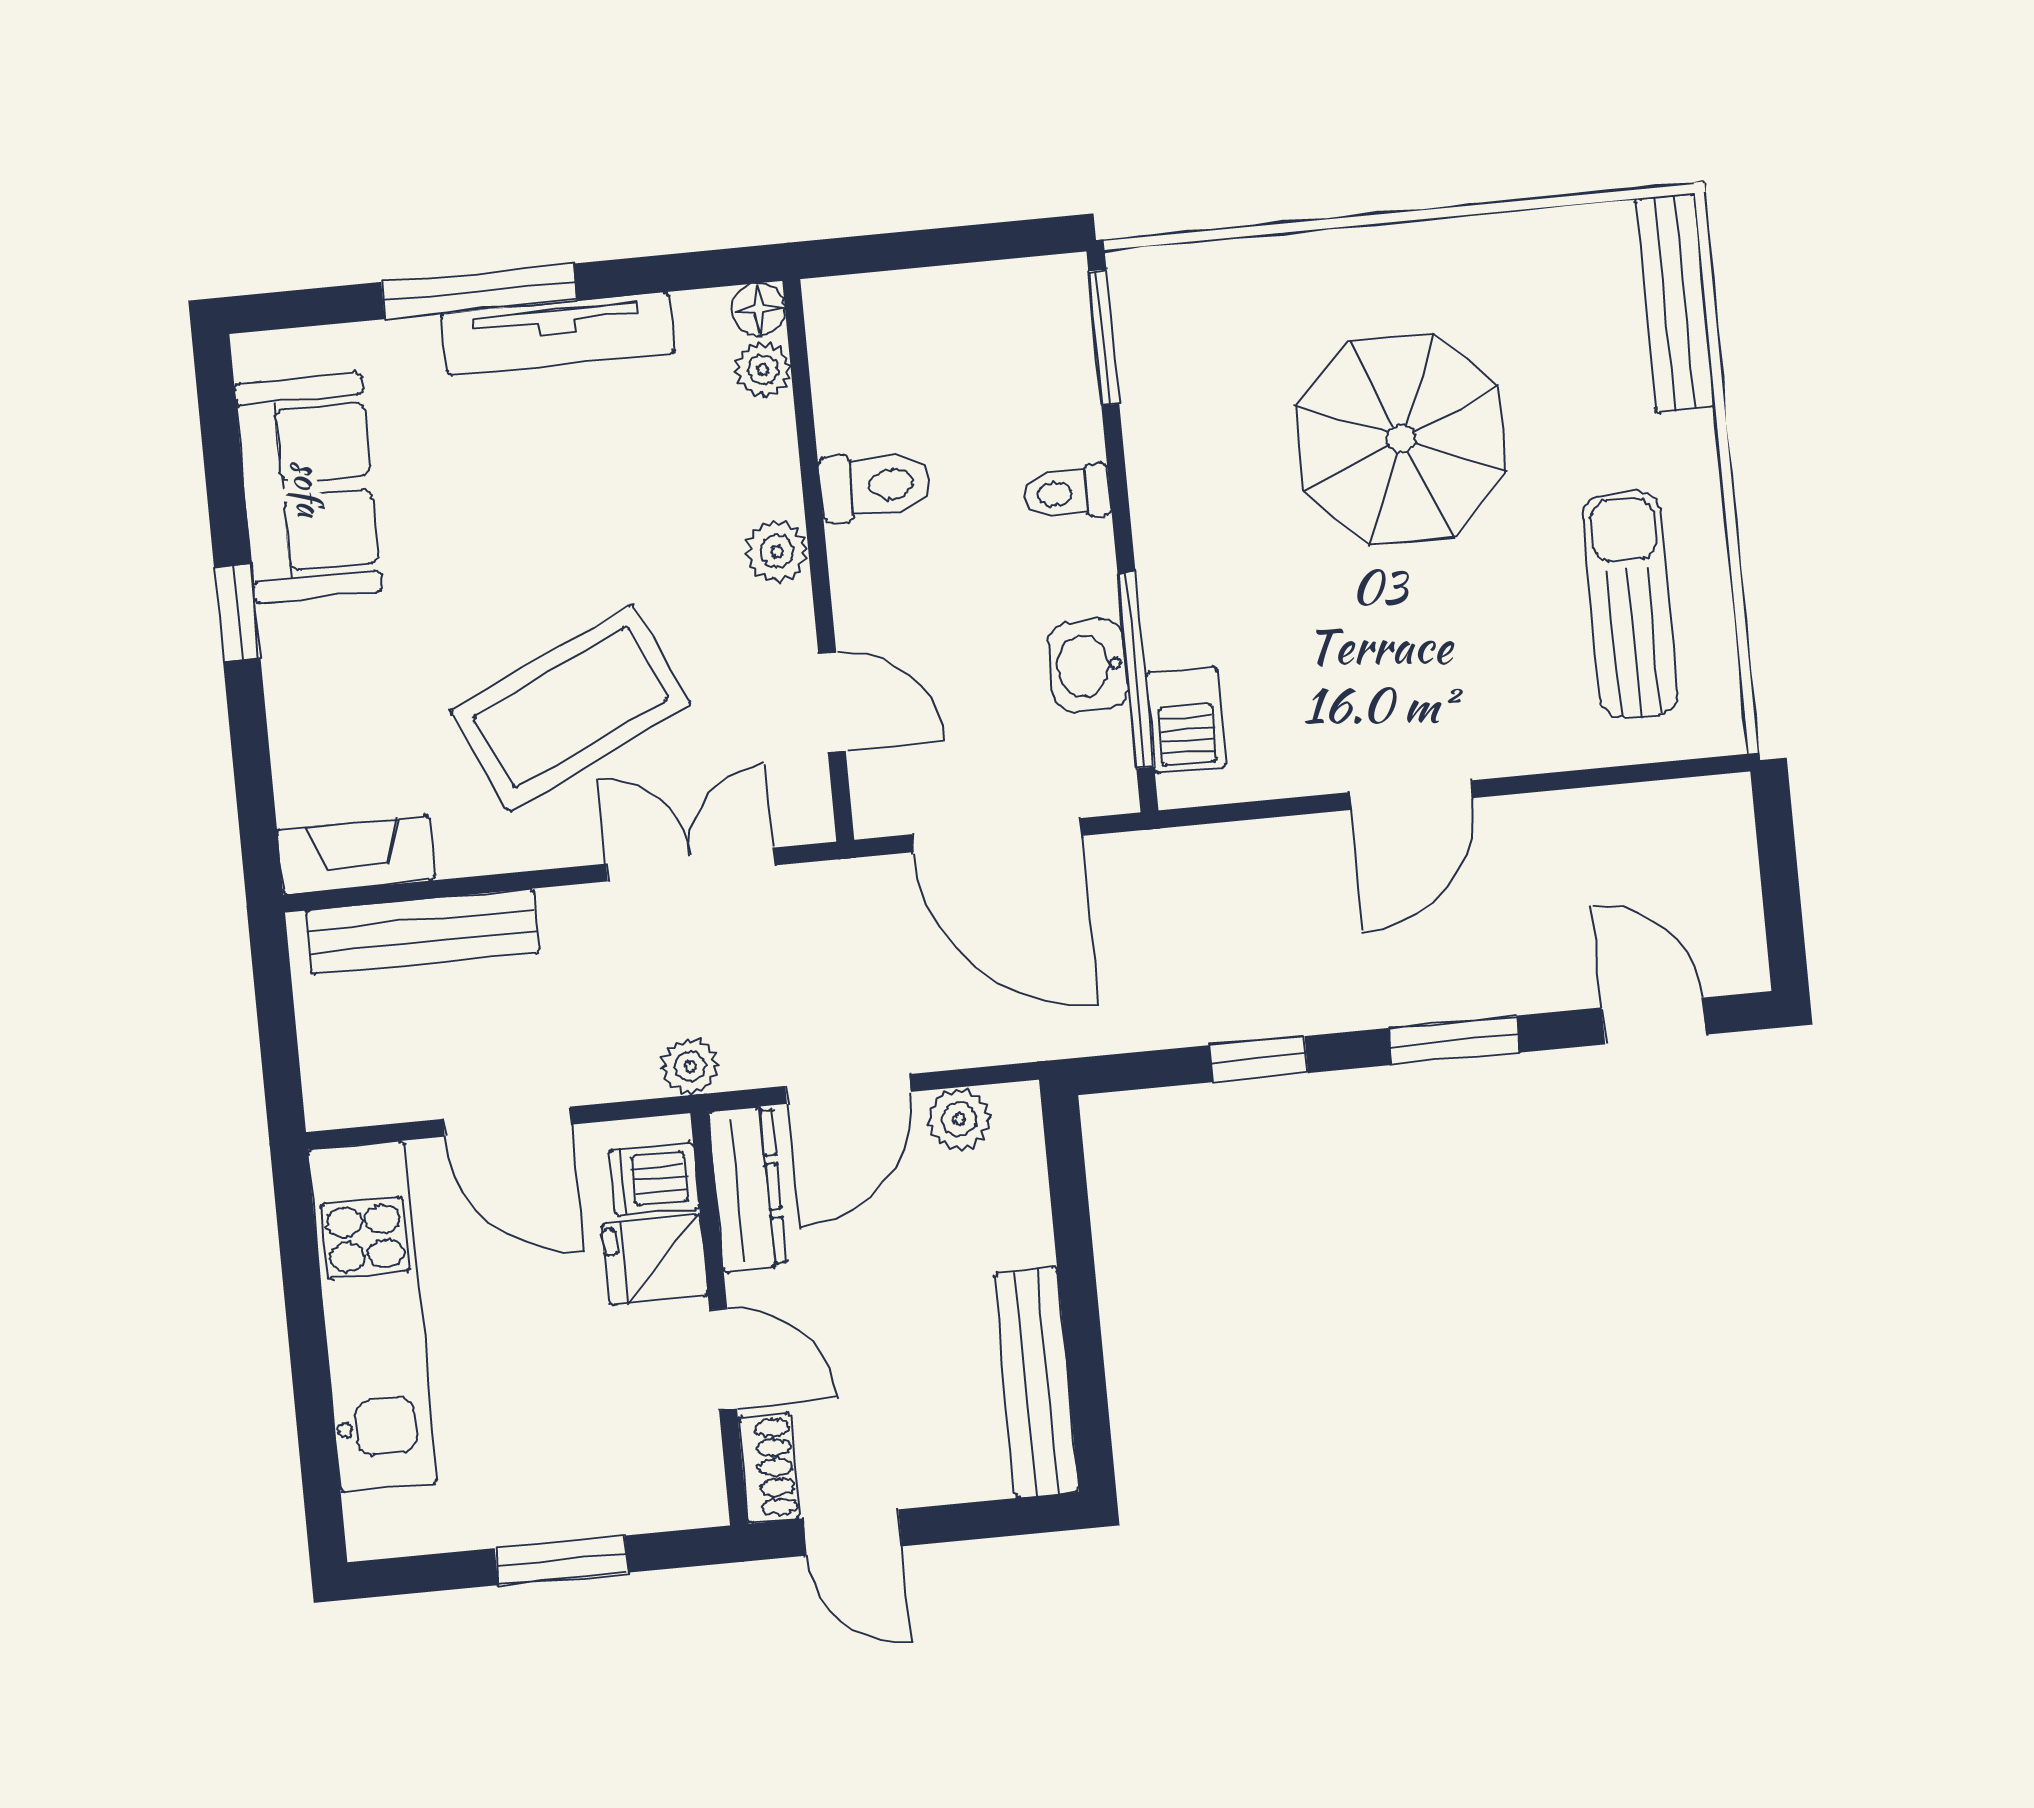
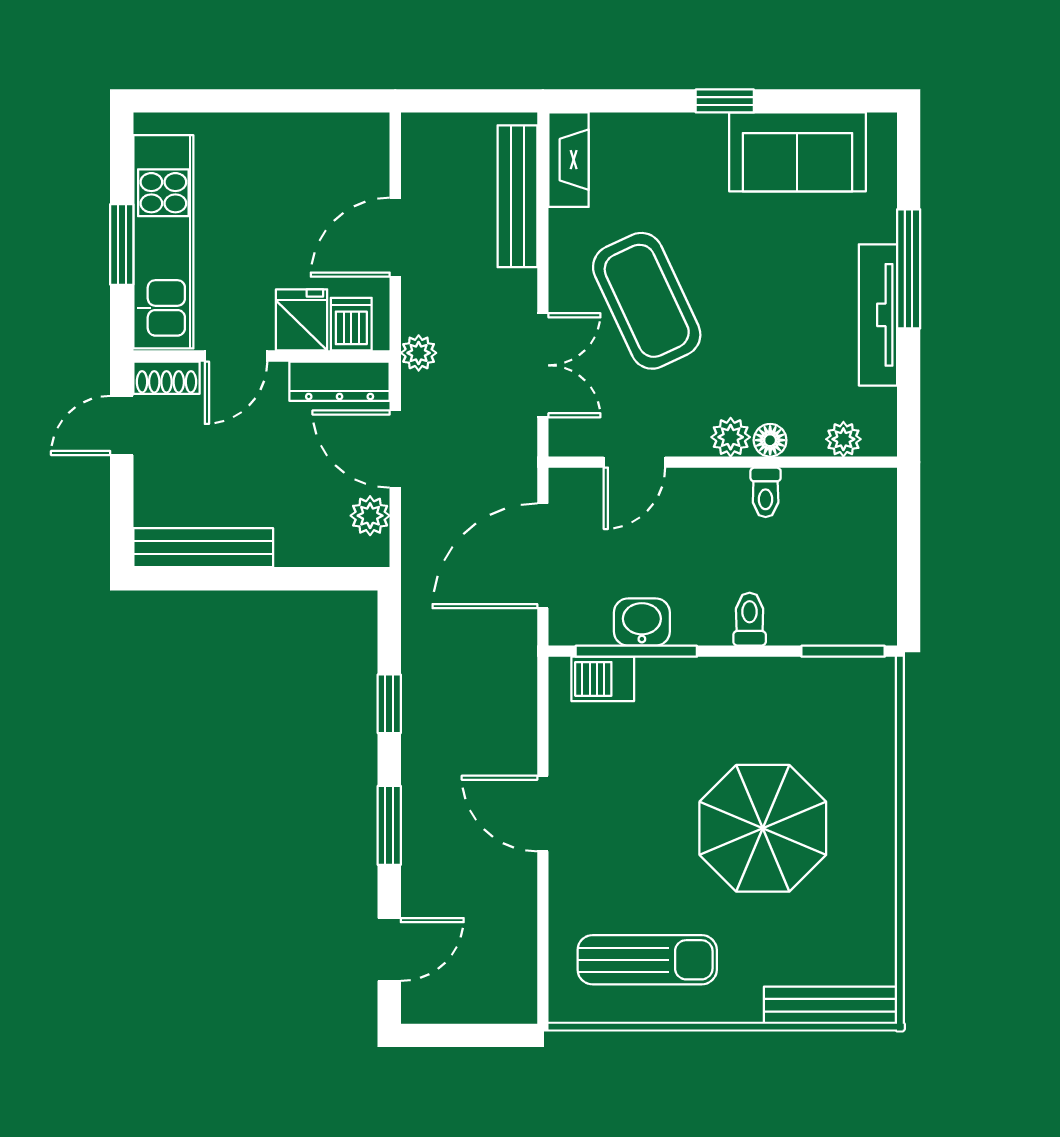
floor lamp: (759, 310) -> (770, 440), moved
toilet: (876, 485) -> (766, 492), width x0.73, depth x0.72
kitchen unit: (373, 1317) -> (163, 242), moved, turned -90

